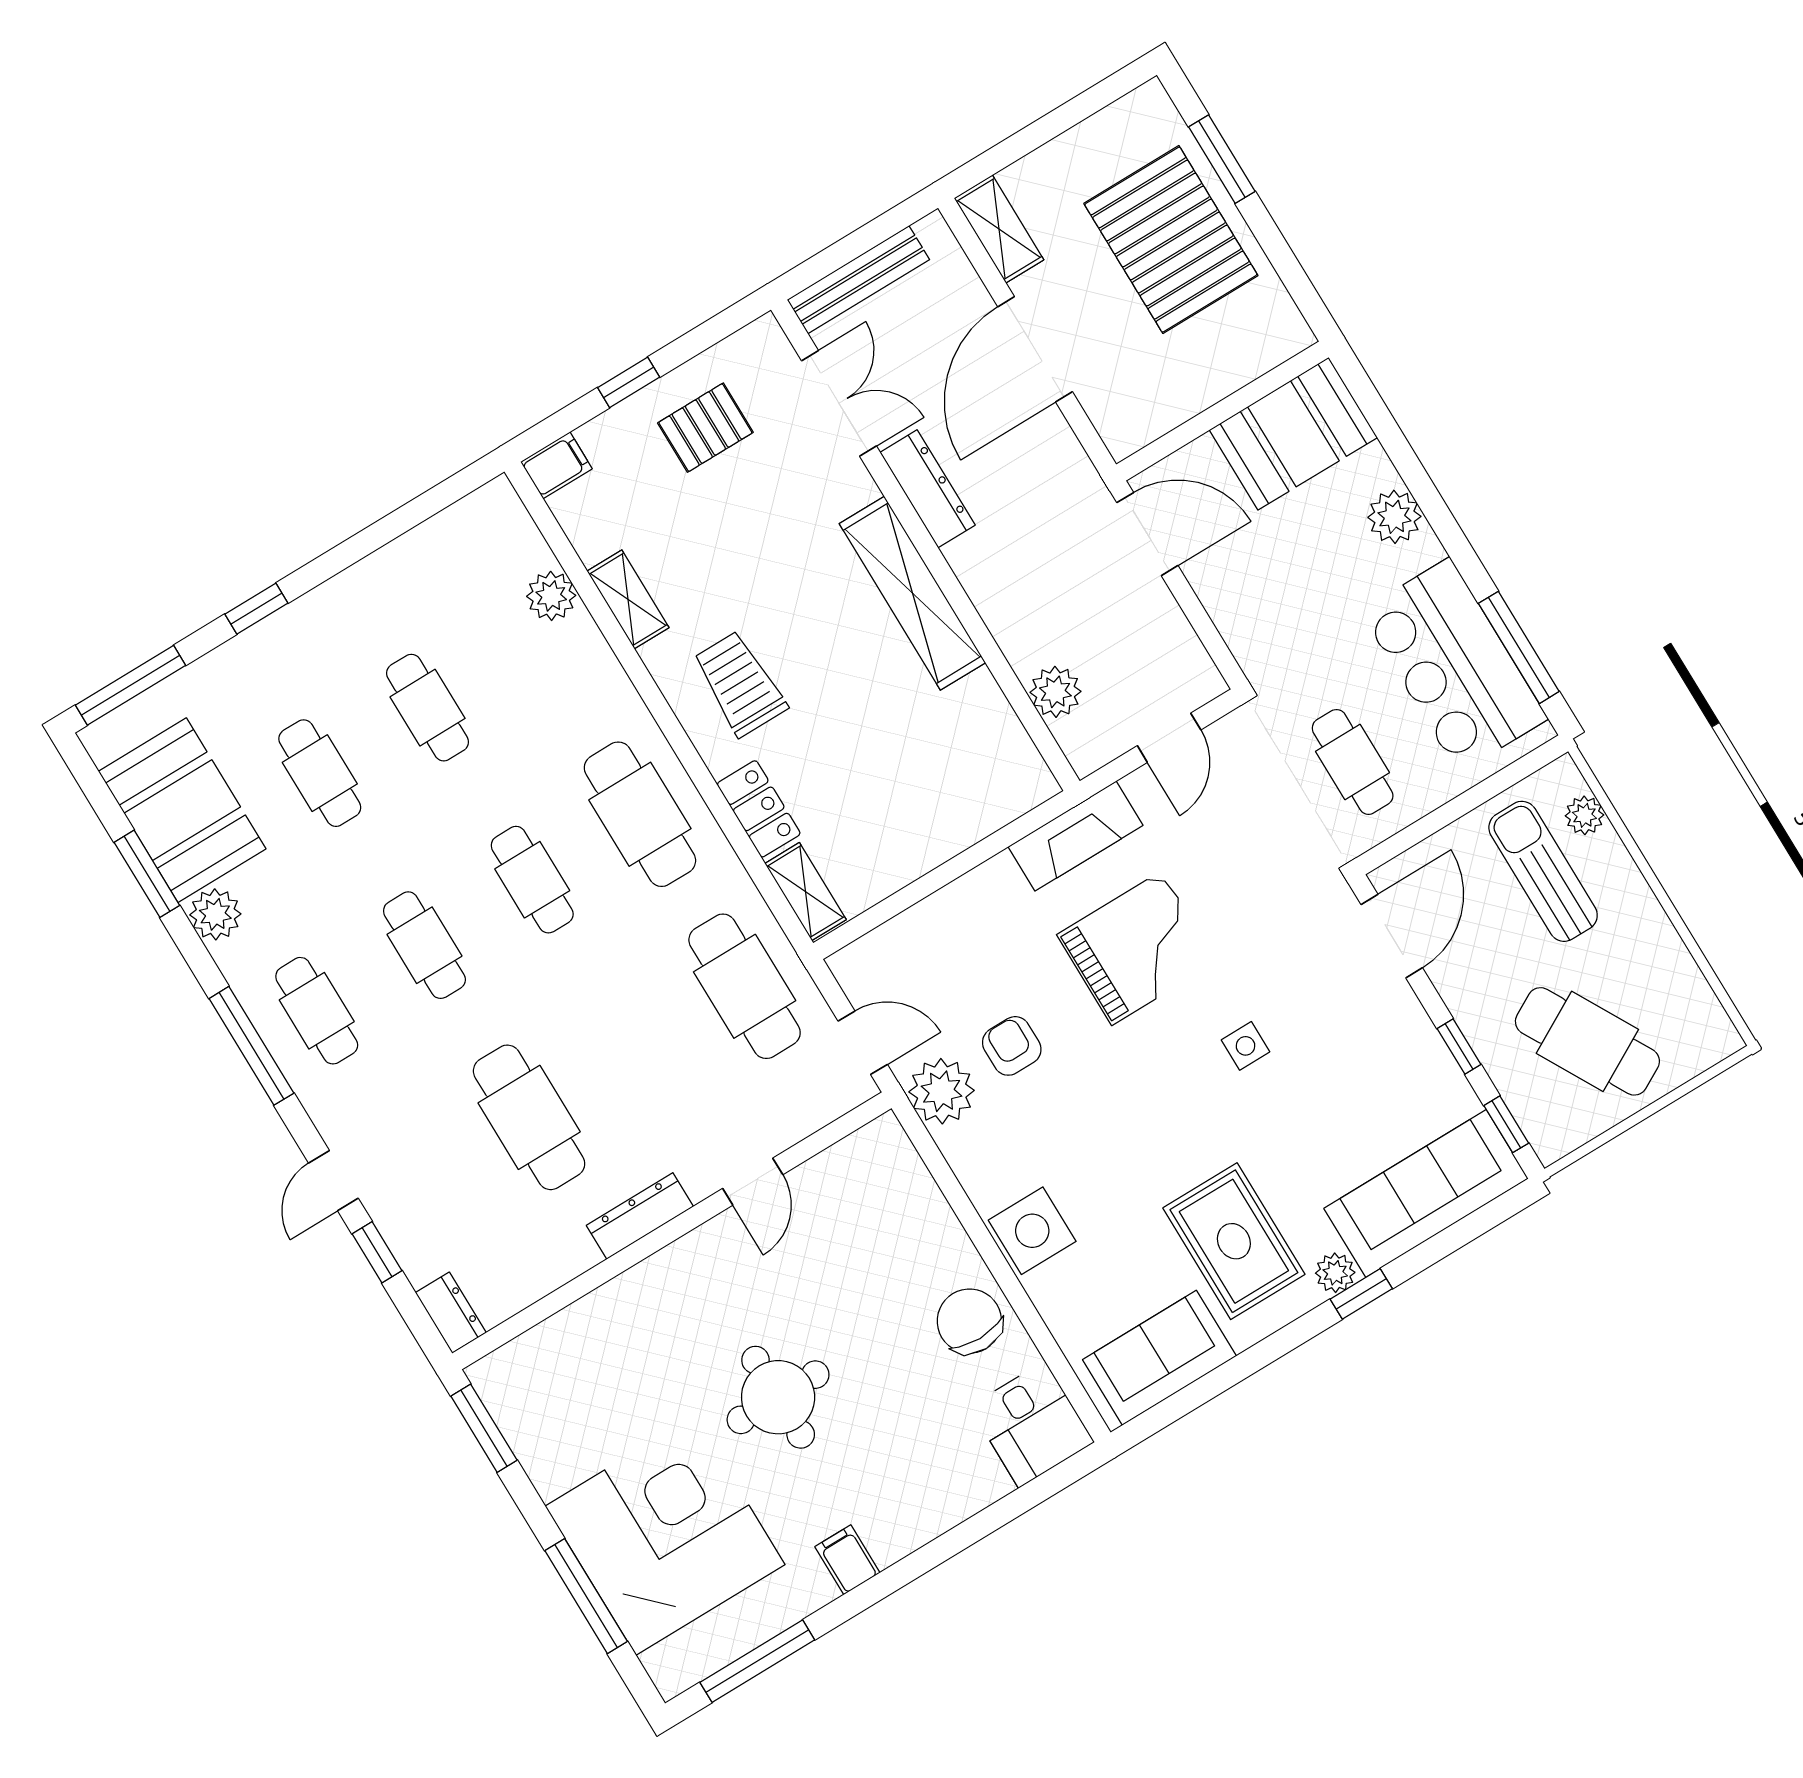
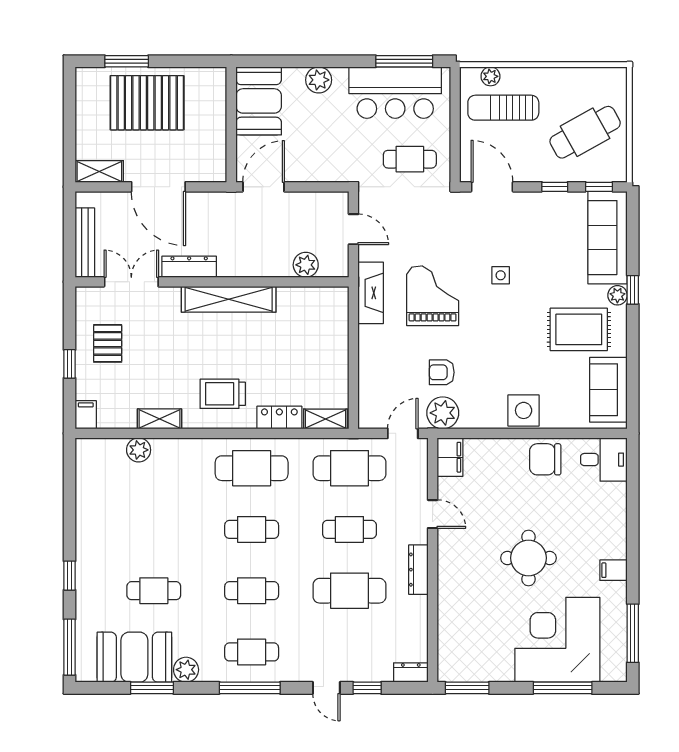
cafe table: (428, 708) -> (349, 529), moved
filing cabinet: (871, 1151) -> (450, 457), added

